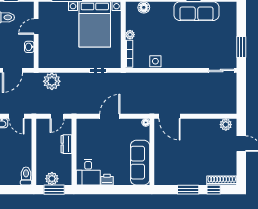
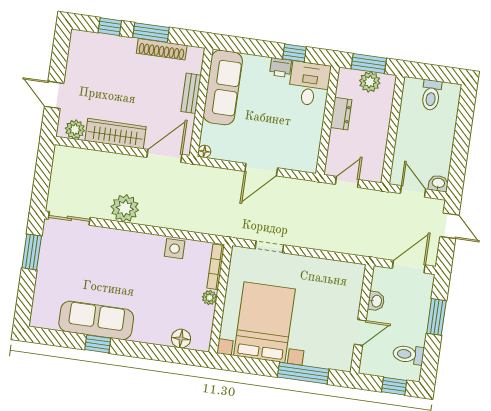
plant: (52, 81) -> (125, 208), moved
door: (170, 116) -> (164, 156), hinge flipped
wardrobe: (201, 125) -> (115, 134), added
dresser: (66, 144) -> (341, 114), moved
bench: (159, 156) -> (191, 93), added
toilet: (26, 176) -> (431, 95), moved
shoe rack: (222, 180) -> (162, 49), moved
window: (100, 190) -> (294, 53), added

